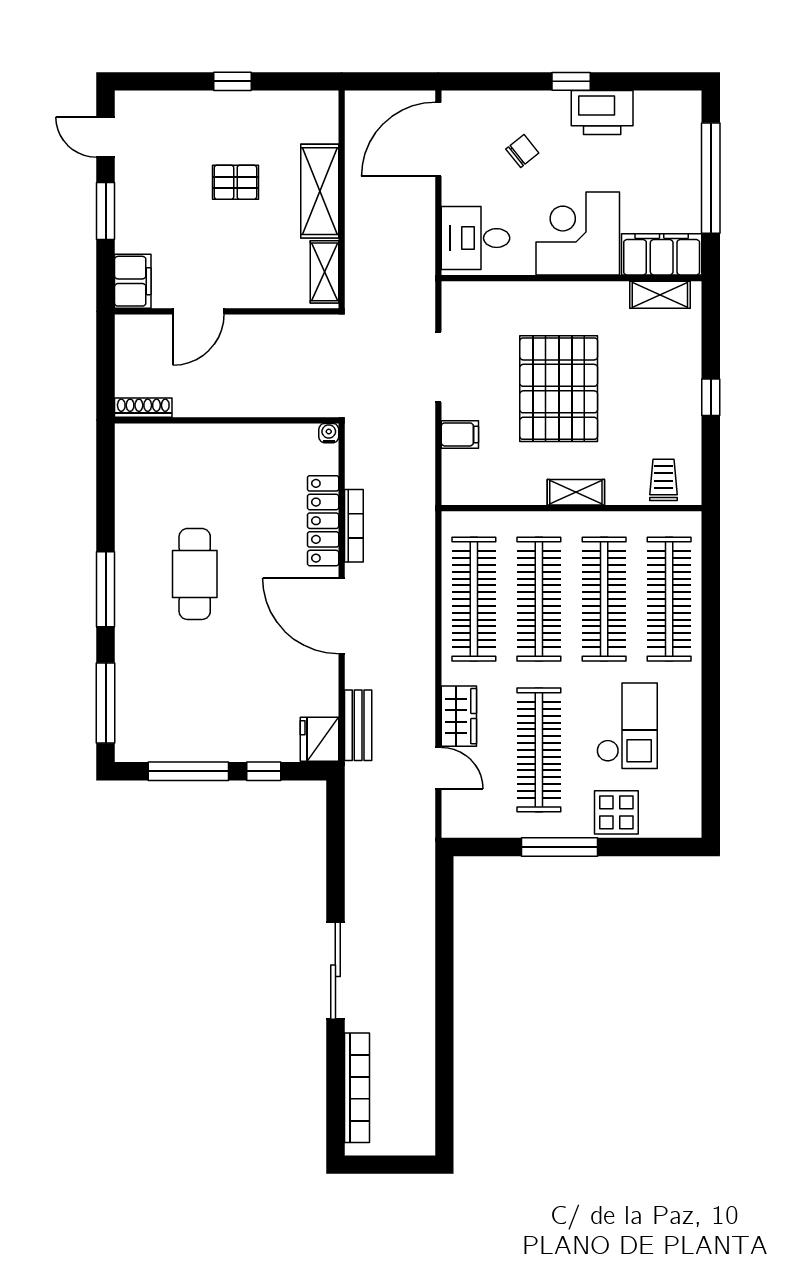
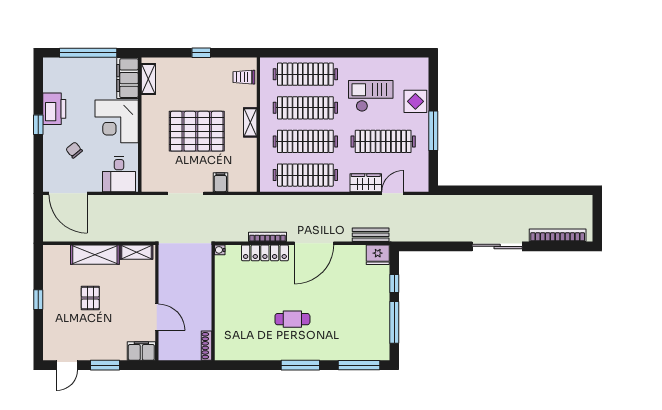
cafe table: (195, 574) -> (292, 319), width x0.73, depth x0.74

